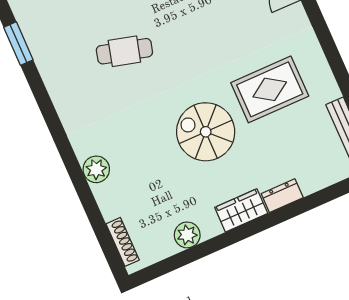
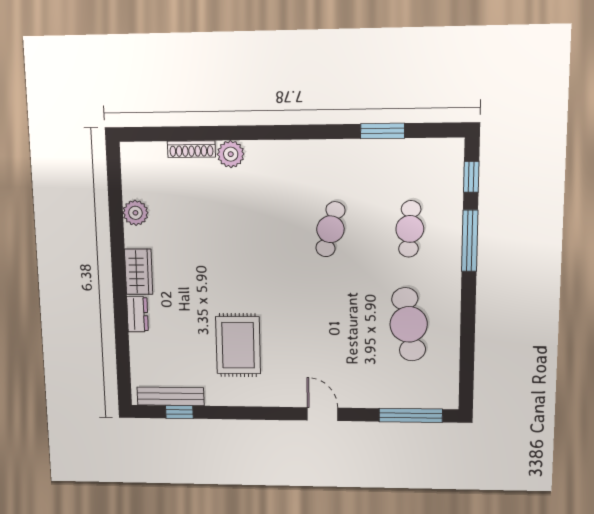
spiral stairs: (206, 132) -> (224, 271), removed
shoe rack: (123, 242) -> (191, 149), moved

